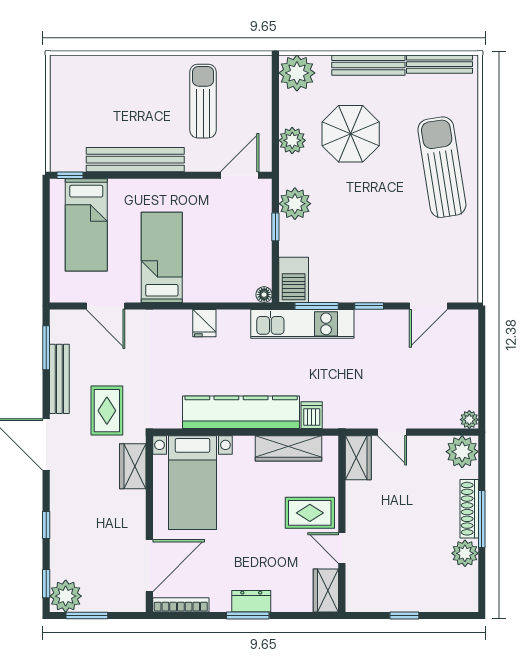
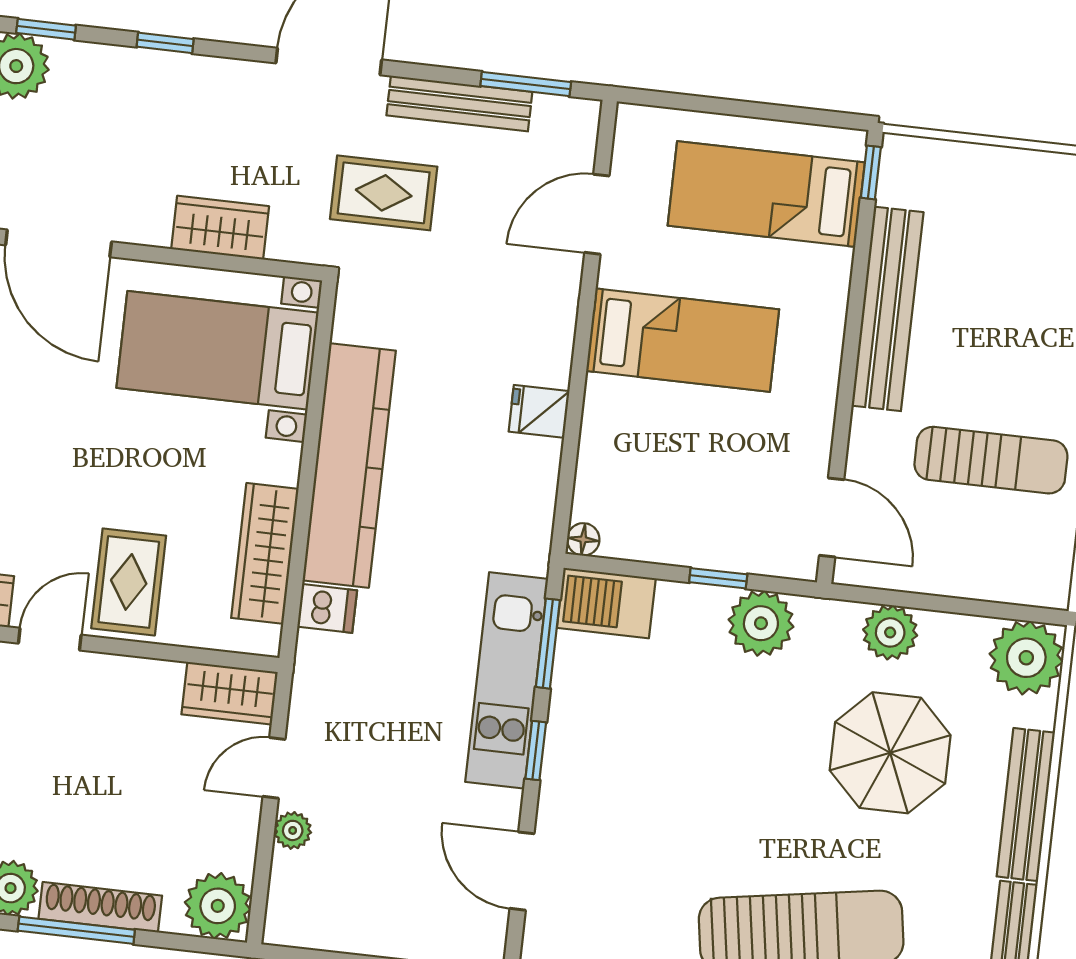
kitchen unit: (302, 324) -> (507, 680), moved
plant: (469, 420) -> (293, 830), moved
wardrobe: (133, 466) -> (220, 228), moved

